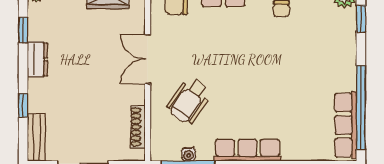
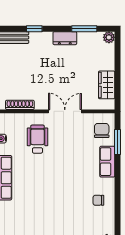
window: (23, 30) -> (84, 29), width x1.50
wheelchair: (189, 100) -> (37, 139), turned 55

